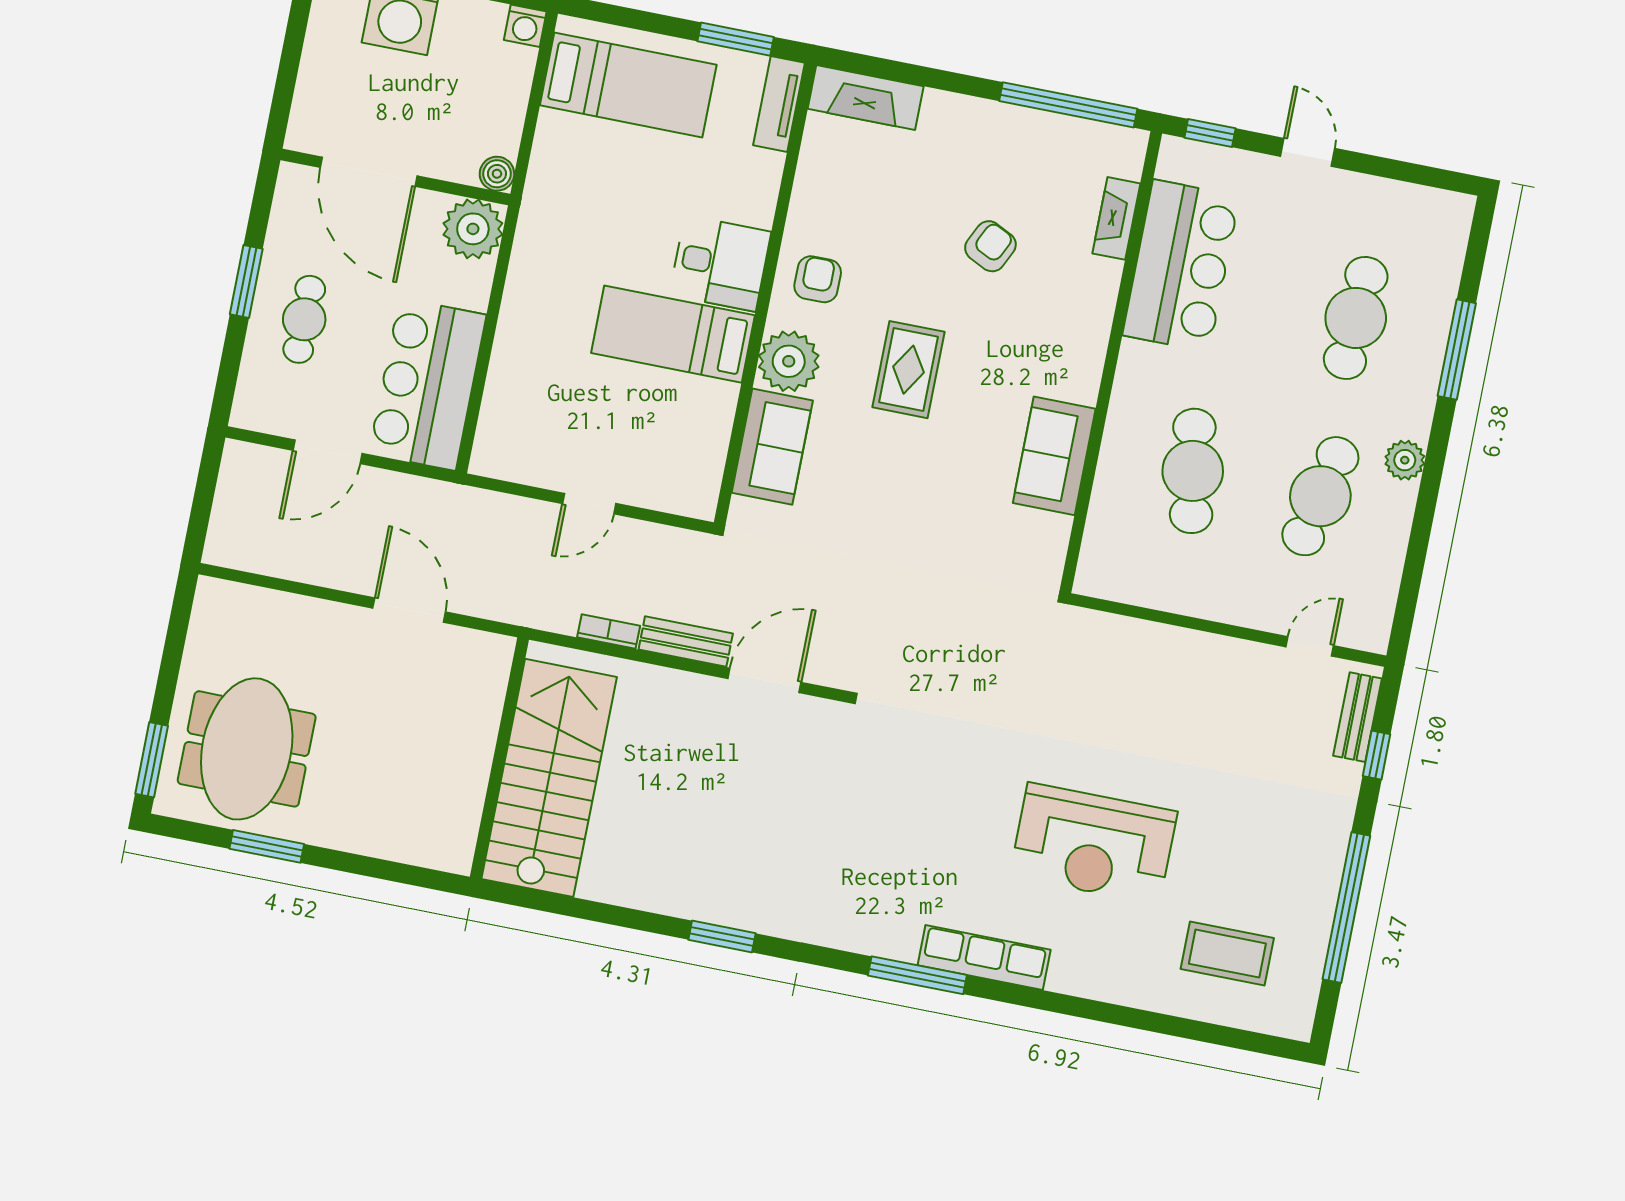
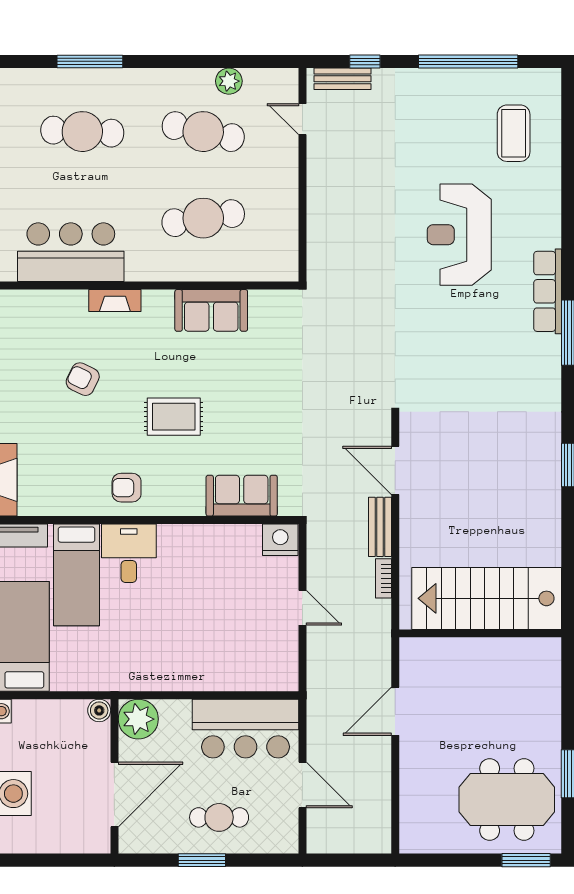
fireplace: (1116, 218) -> (115, 301), moved
bed: (673, 334) -> (77, 575), moved
plant: (789, 361) -> (184, 496), removed
plant: (1405, 460) -> (229, 81), moved
nightstand: (696, 491) -> (280, 540), added
reception desk: (1094, 844) -> (459, 235), turned 180

